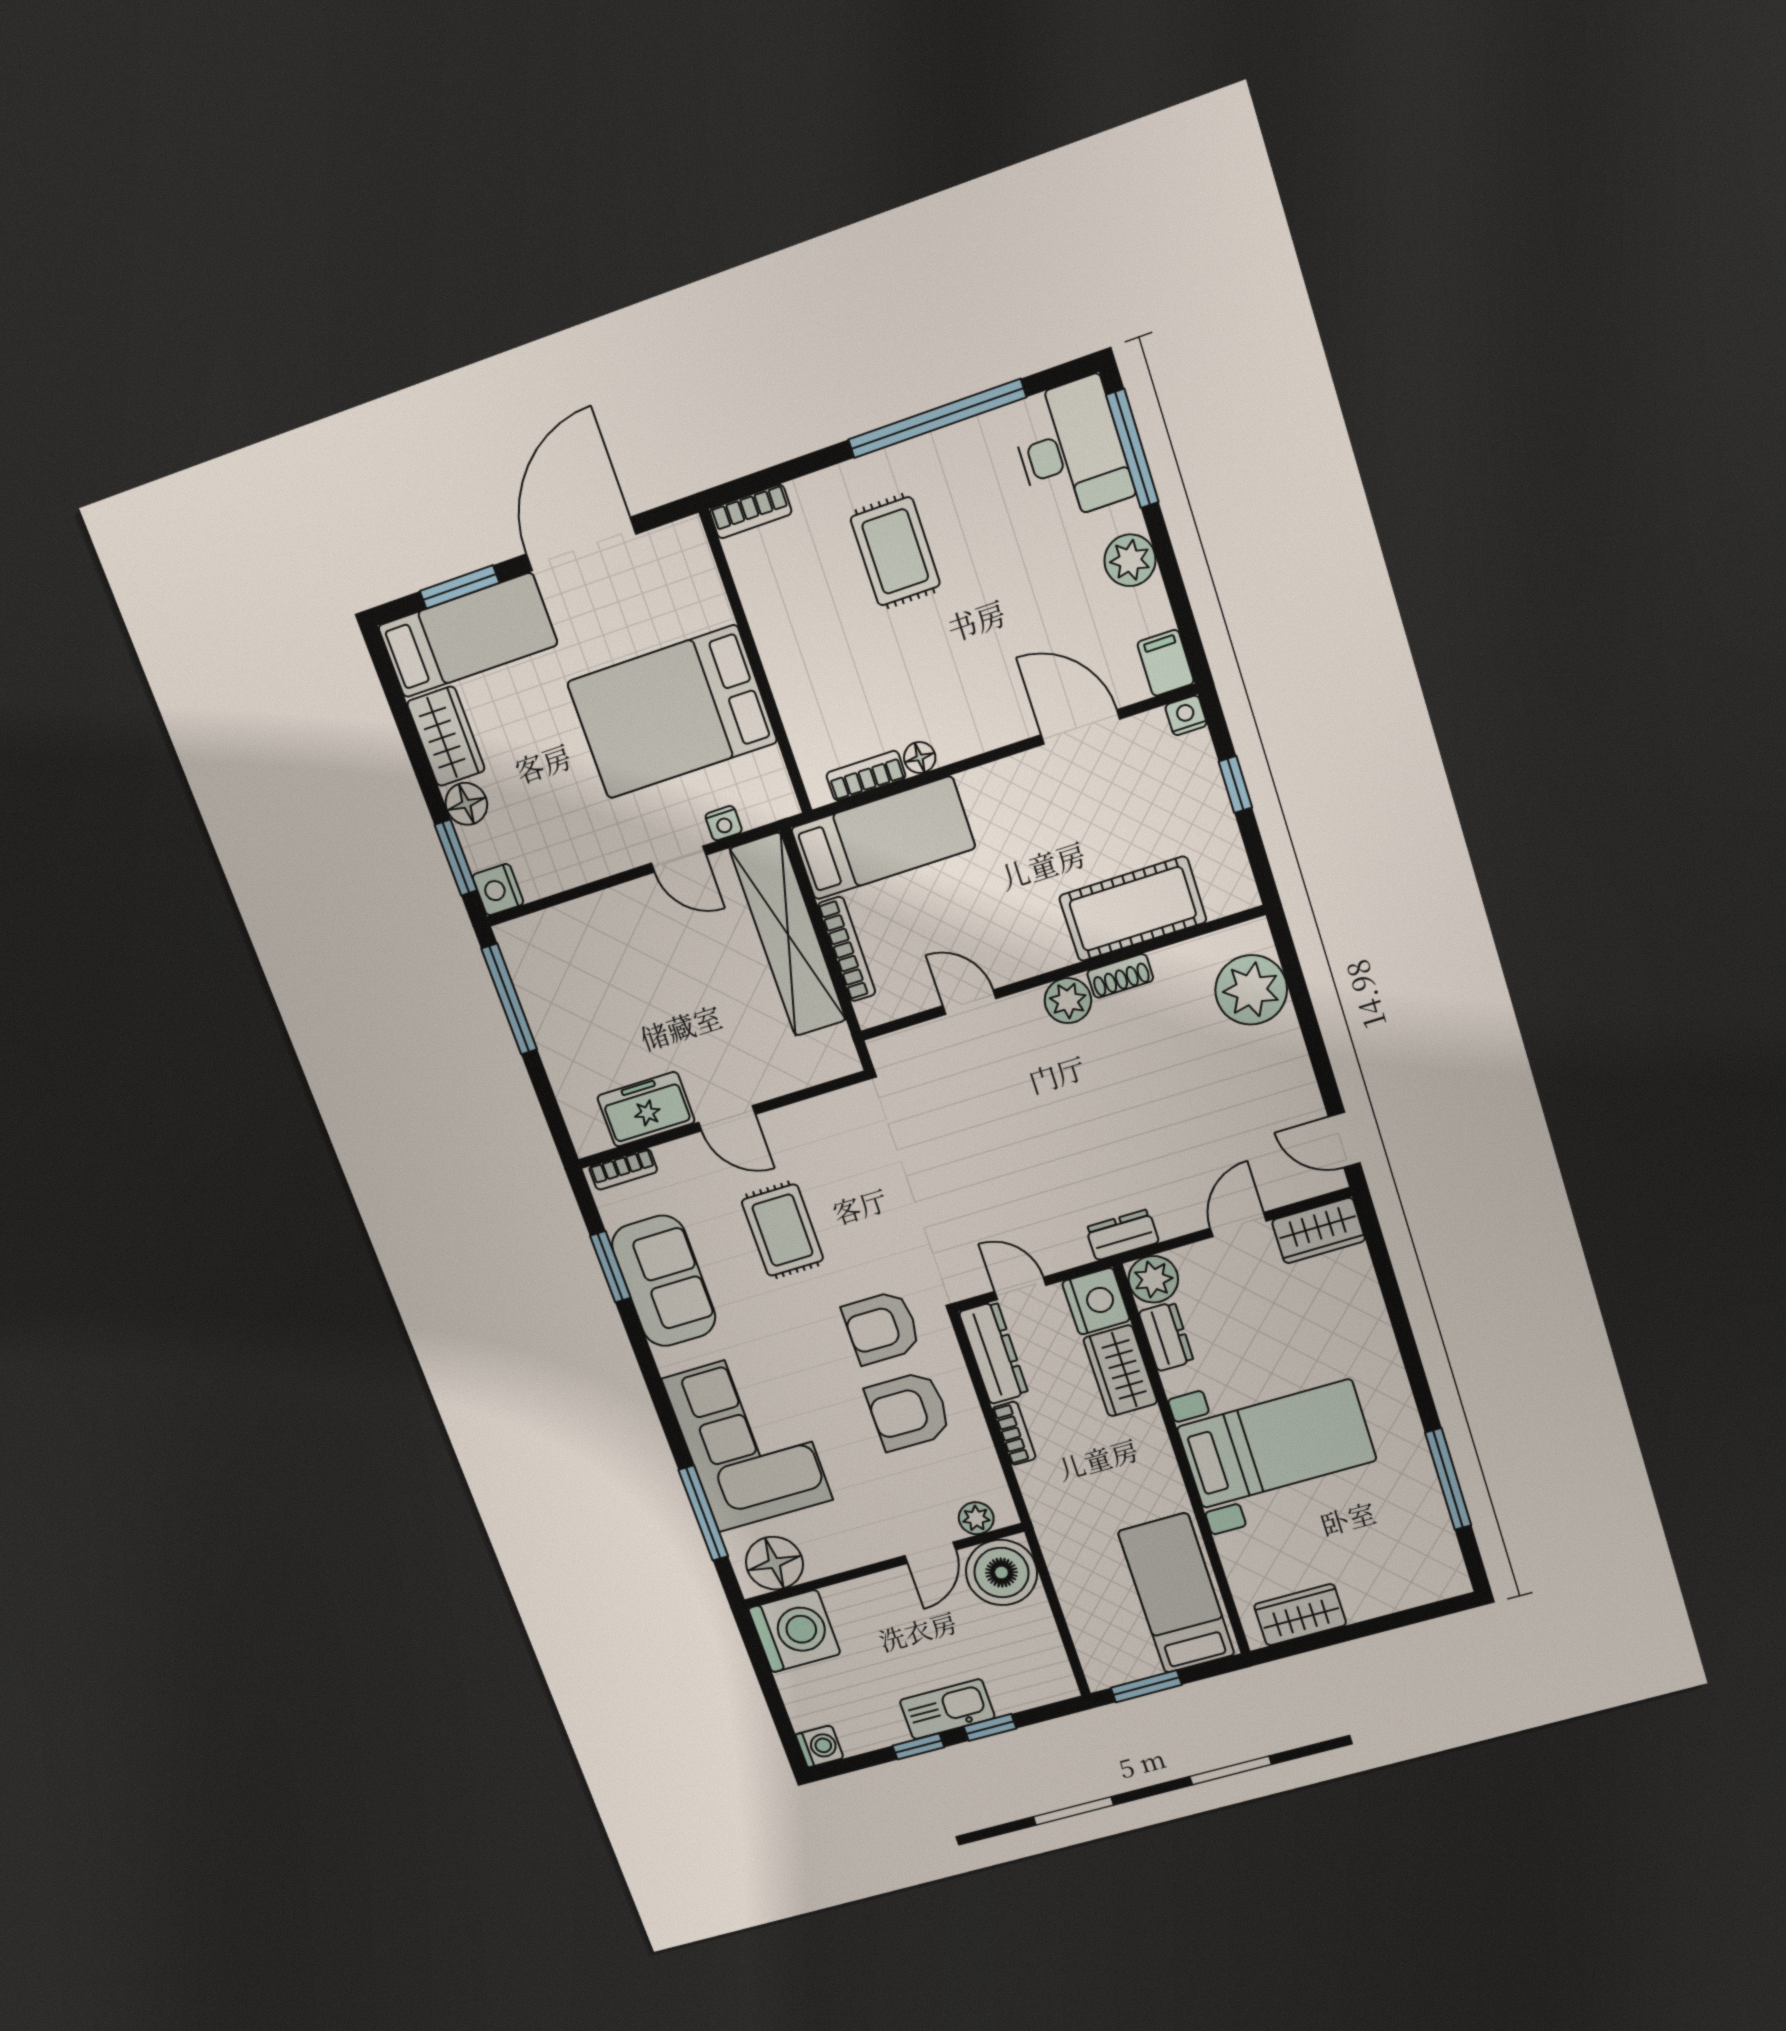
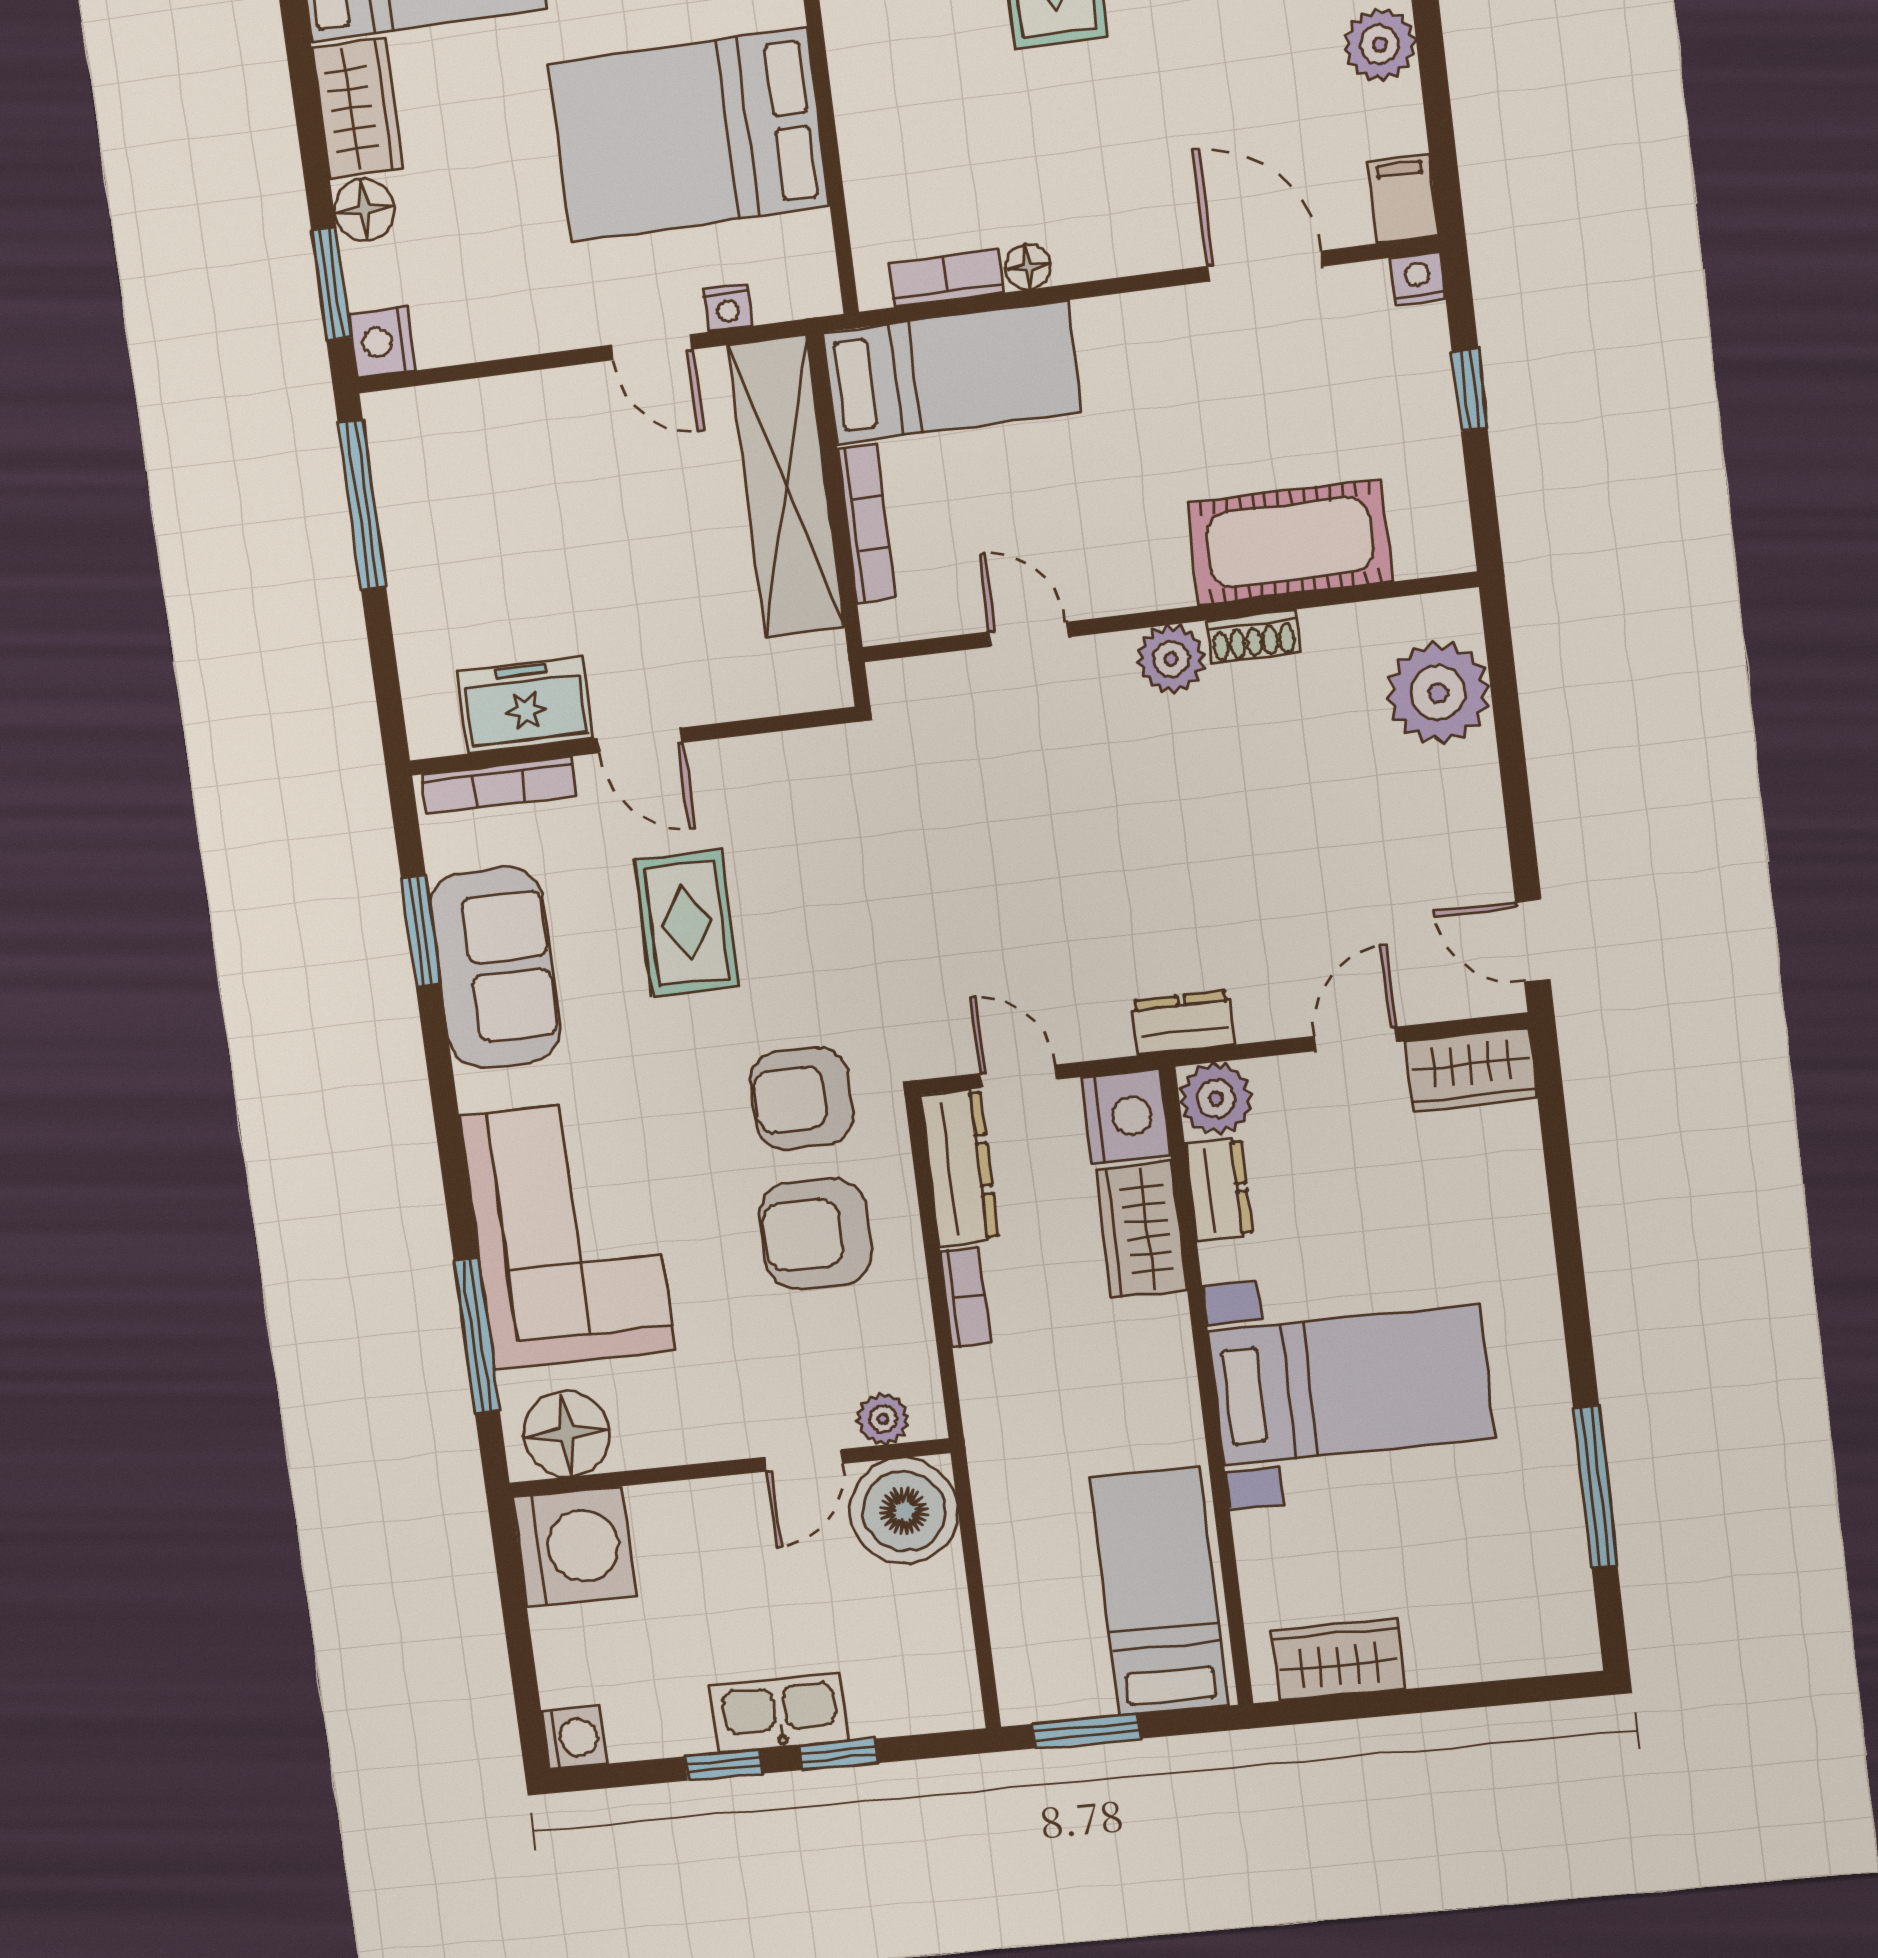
bookcase: (623, 1169) -> (499, 785), width x1.56

